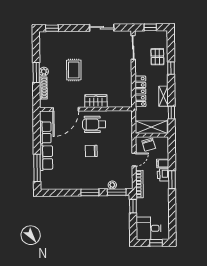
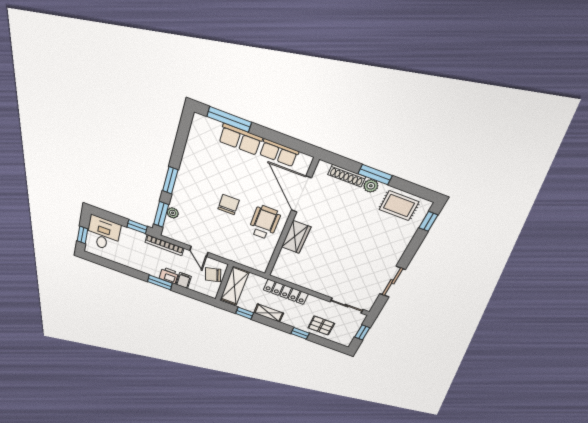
rug: (74, 70) -> (399, 206), moved

